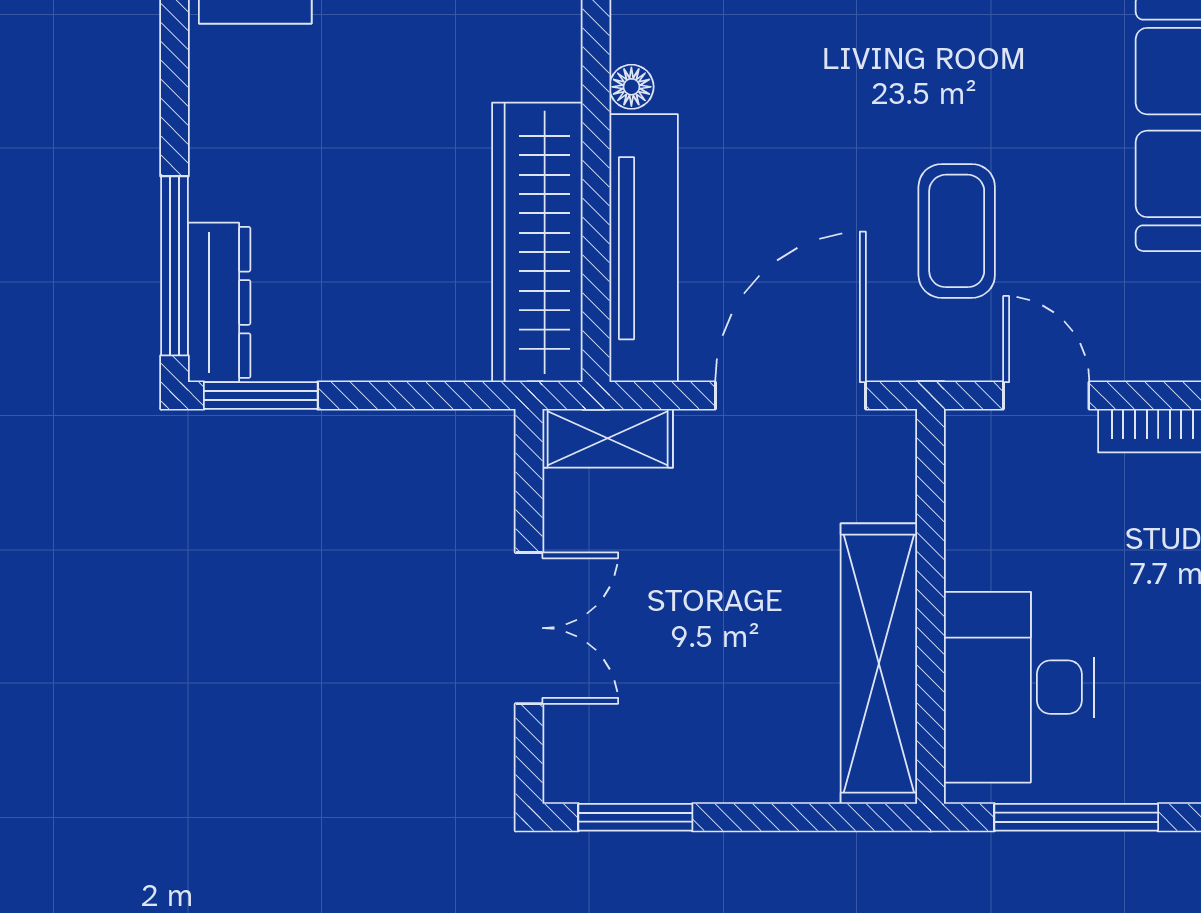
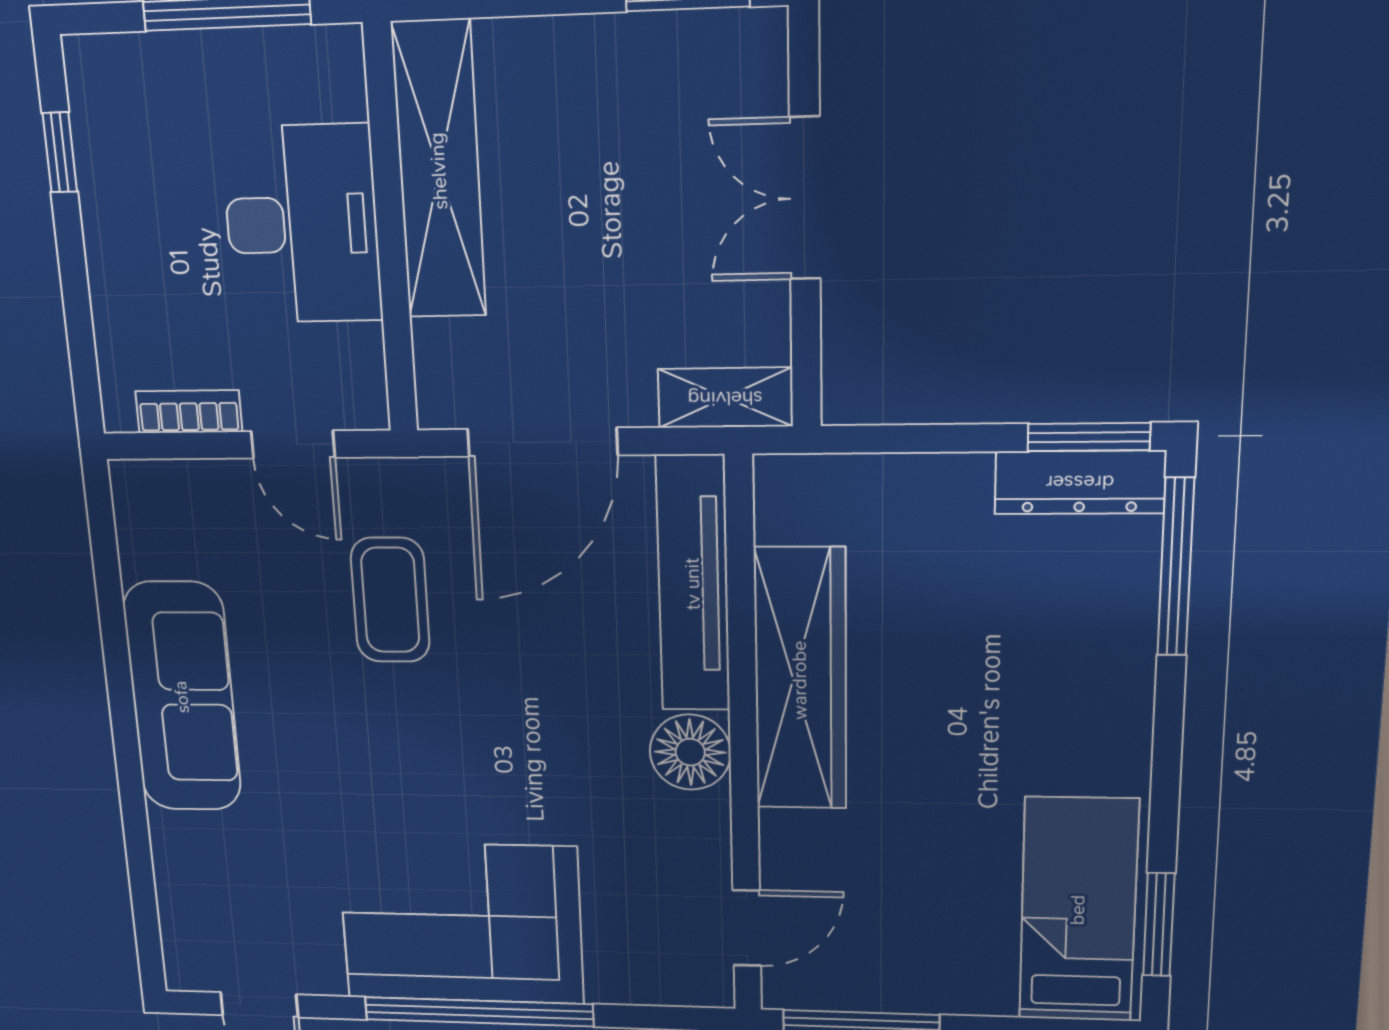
floor lamp: (631, 87) -> (690, 752), width x1.89, depth x1.89
wardrobe: (537, 242) -> (800, 680), moved
dresser: (219, 302) -> (1080, 482), moved, turned -90
desk: (1019, 687) -> (302, 225), moved

